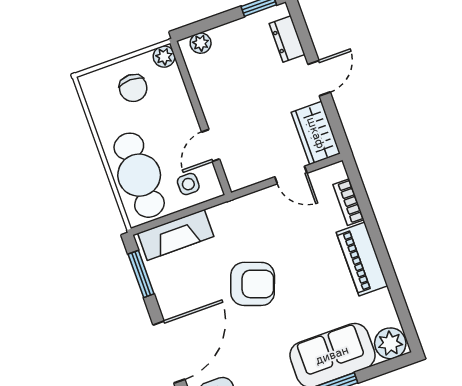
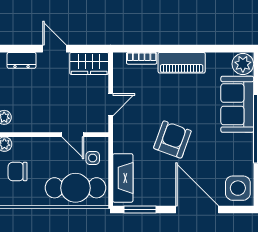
chair: (133, 88) -> (18, 171), turned 180
door: (291, 175) -> (111, 105), moved

